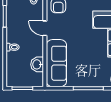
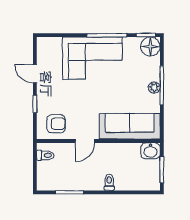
washbasin: (37, 64) -> (150, 151), moved
plant: (87, 82) -> (154, 87), added

